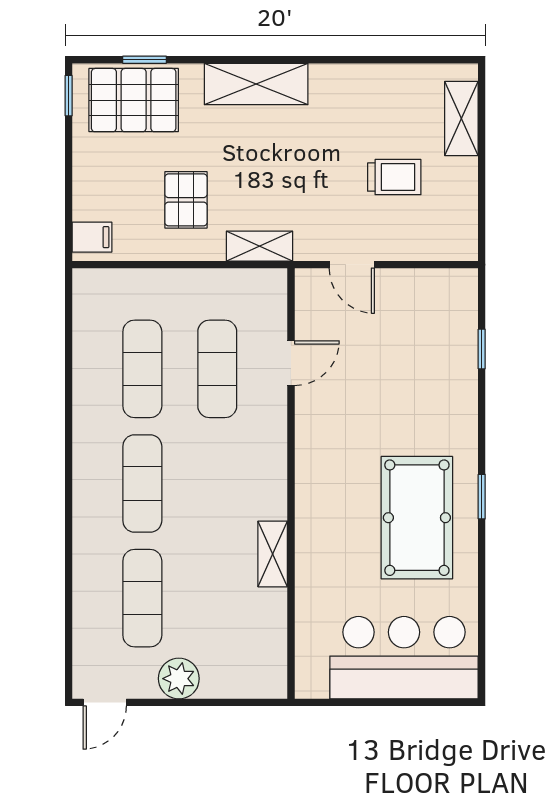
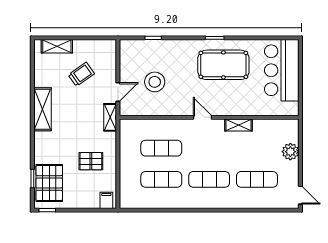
shelving: (256, 84) -> (42, 109), moved
trolley: (394, 177) -> (81, 74), turned 55
shelving: (259, 246) -> (110, 117), moved
stool: (376, 353) -> (155, 82), added
door: (291, 363) -> (203, 117), moved
plant: (179, 679) -> (290, 152), moved

